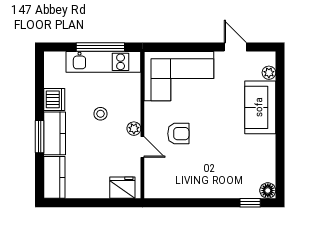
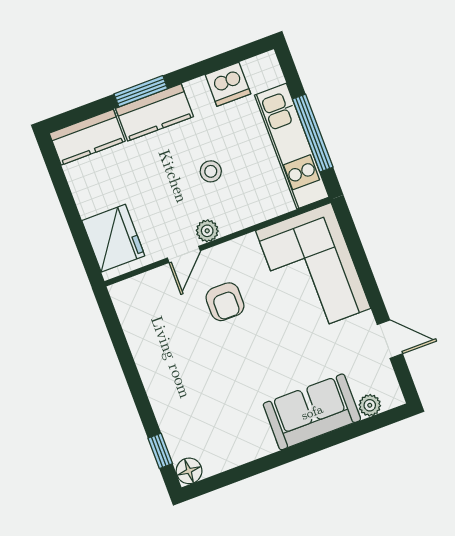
door: (235, 47) -> (390, 339), hinge flipped
dishwasher: (54, 99) -> (228, 84), moved
fridge: (122, 188) -> (113, 238), width x1.36, depth x1.34

